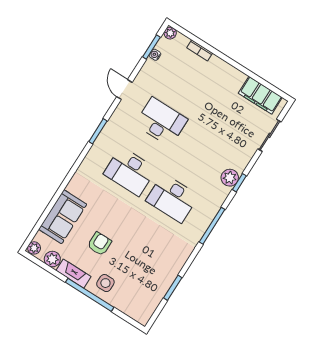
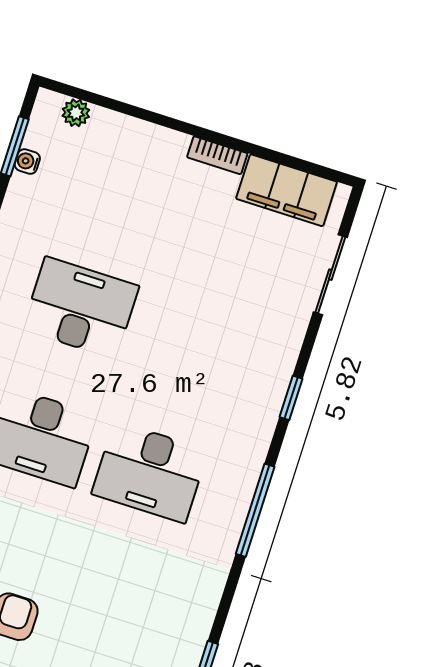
plant: (170, 33) -> (76, 113), moved
bookcase: (200, 50) -> (217, 155), moved
plant: (230, 178) -> (266, 392), removed

